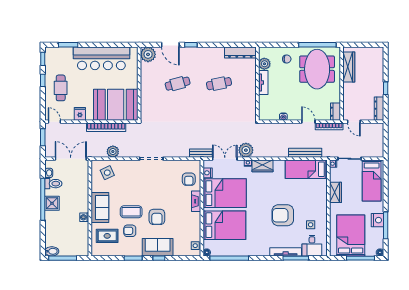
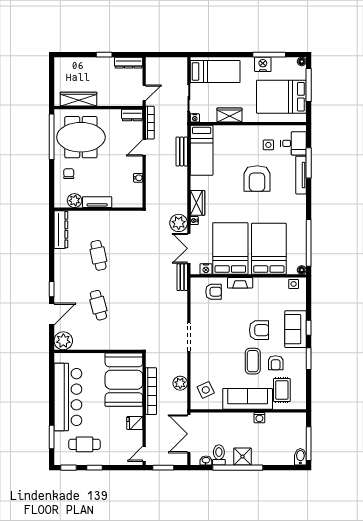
cafe table: (61, 88) -> (84, 444), moved
bench: (305, 153) -> (182, 151), width x0.73
sofa: (100, 207) -> (248, 399), width x1.36

